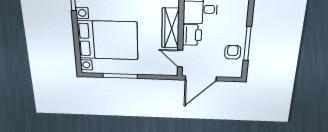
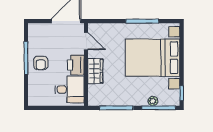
wardrobe: (170, 28) -> (95, 71), width x0.67
armchair: (233, 52) -> (41, 63), moved

